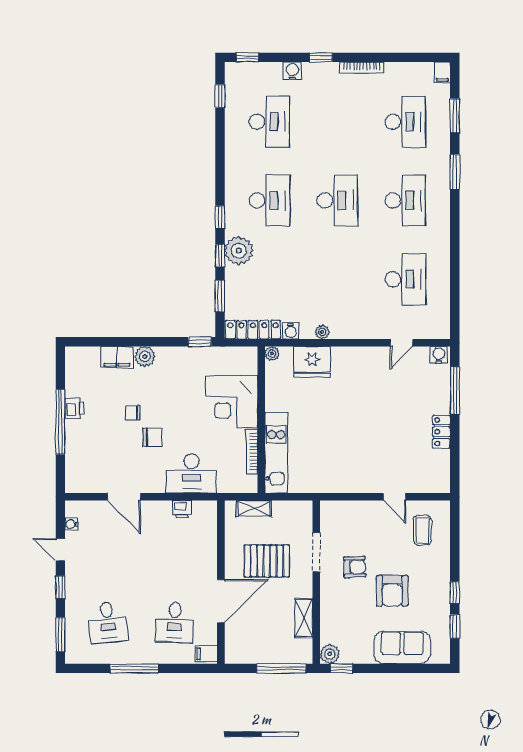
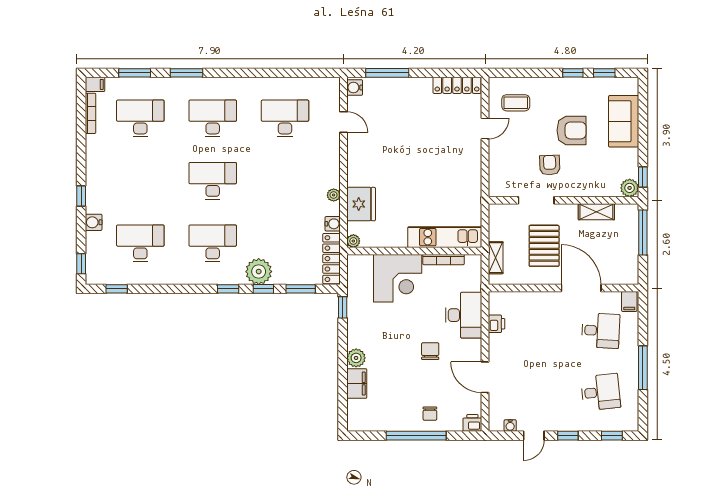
bookcase: (362, 68) -> (90, 113), moved
printer: (74, 408) -> (472, 423), moved
chair: (133, 413) -> (430, 414), moved
locker: (441, 432) -> (457, 85), moved, width x1.53
door: (124, 497) -> (485, 377), swing flipped
window: (60, 635) -> (612, 436), width x0.67

